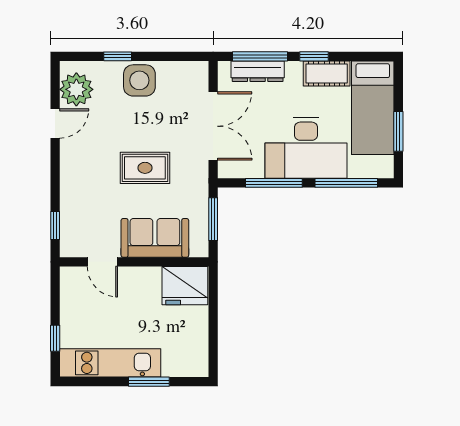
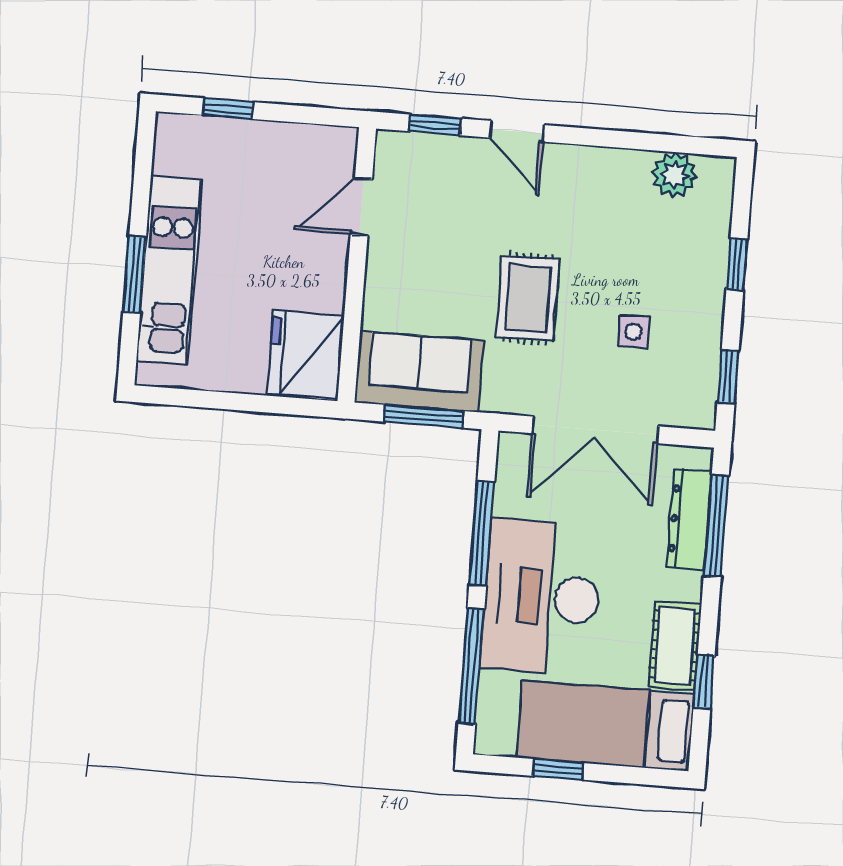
window: (179, 56) -> (728, 376), added
window: (314, 56) -> (704, 681), moved
side table: (139, 80) -> (633, 332), moved, width x0.54, depth x0.54
plant: (76, 89) -> (675, 175), width x0.73, depth x0.73
door: (55, 123) -> (517, 131), moved
window: (398, 131) -> (558, 769), width x0.67
sofa: (155, 238) -> (419, 372), moved, turned -90
kitchen unit: (110, 363) -> (170, 270), moved

